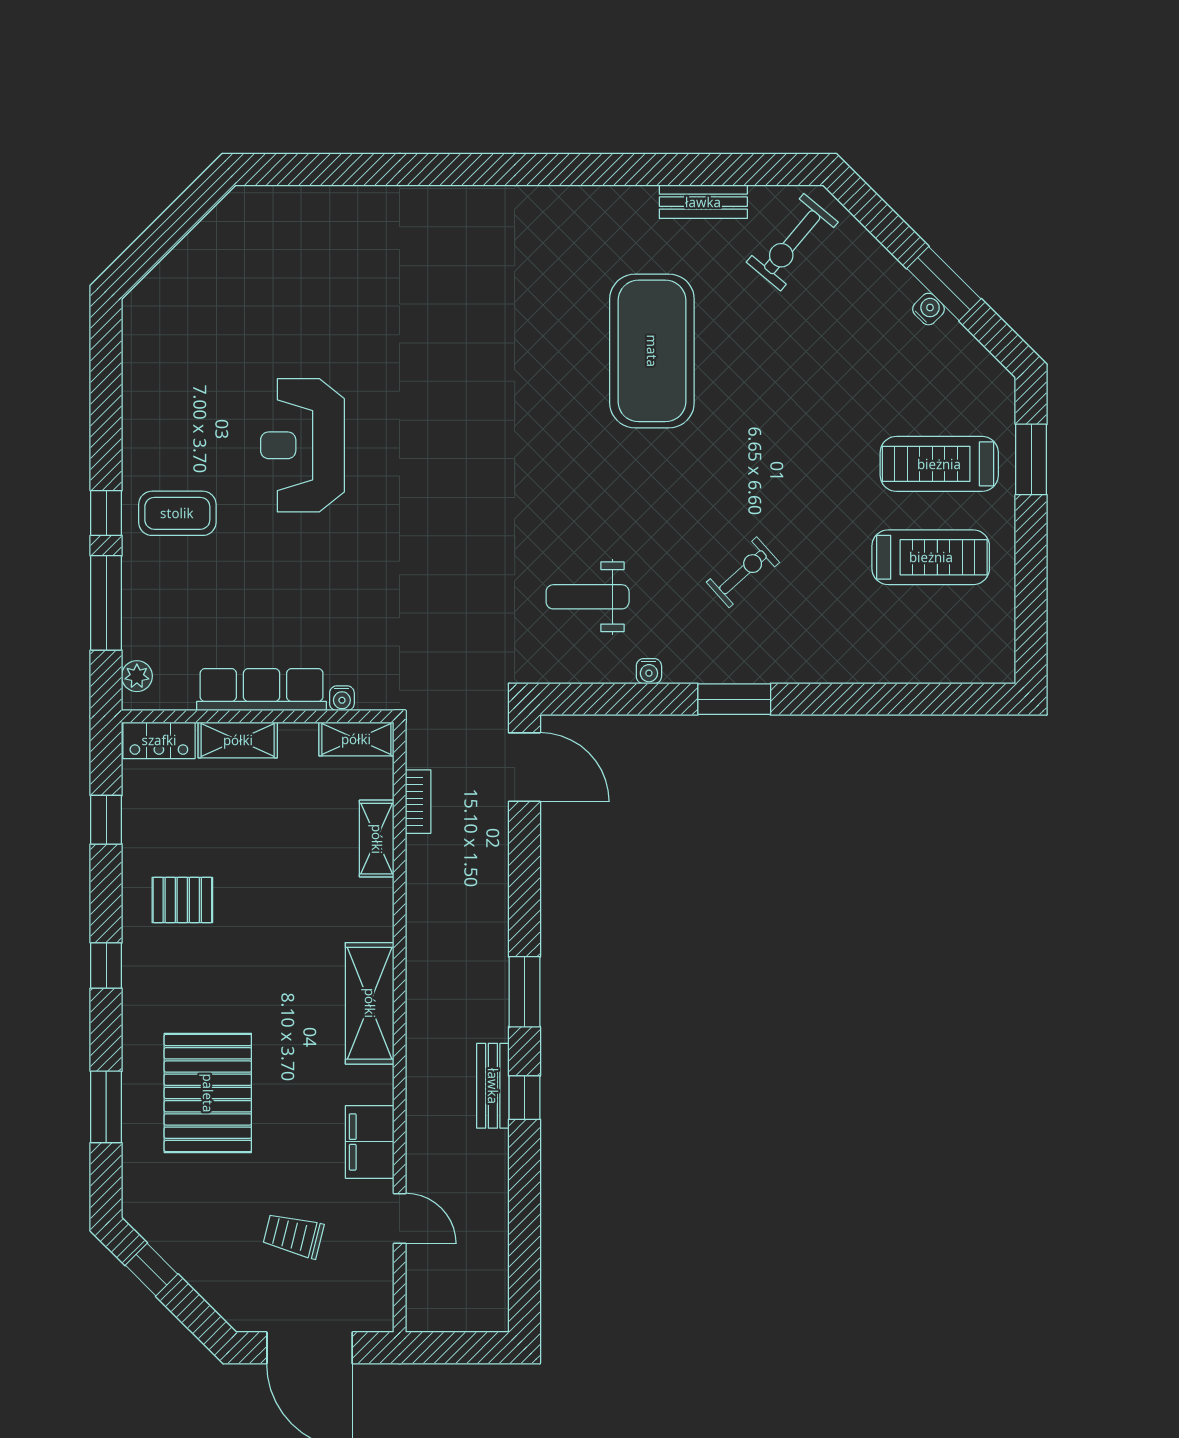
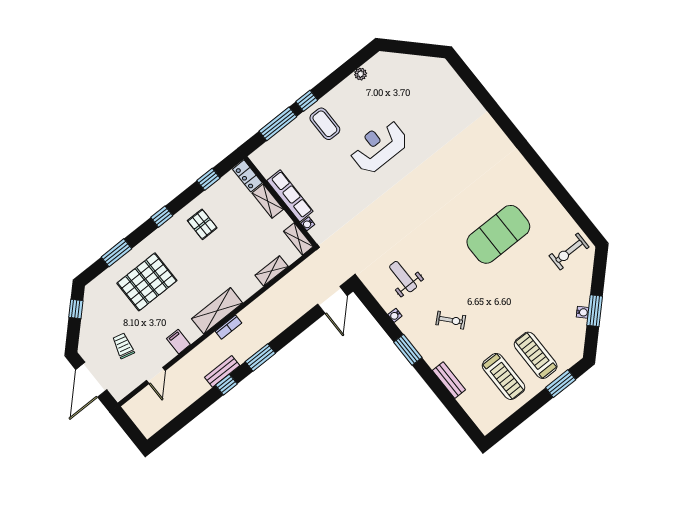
bench: (703, 202) -> (449, 380), moved
exercise bike: (792, 242) -> (569, 251), turned -40
plant: (137, 676) -> (361, 74), moved
bookcase: (418, 802) -> (228, 327), moved
filing cabinet: (370, 1142) -> (178, 342), width x0.50

